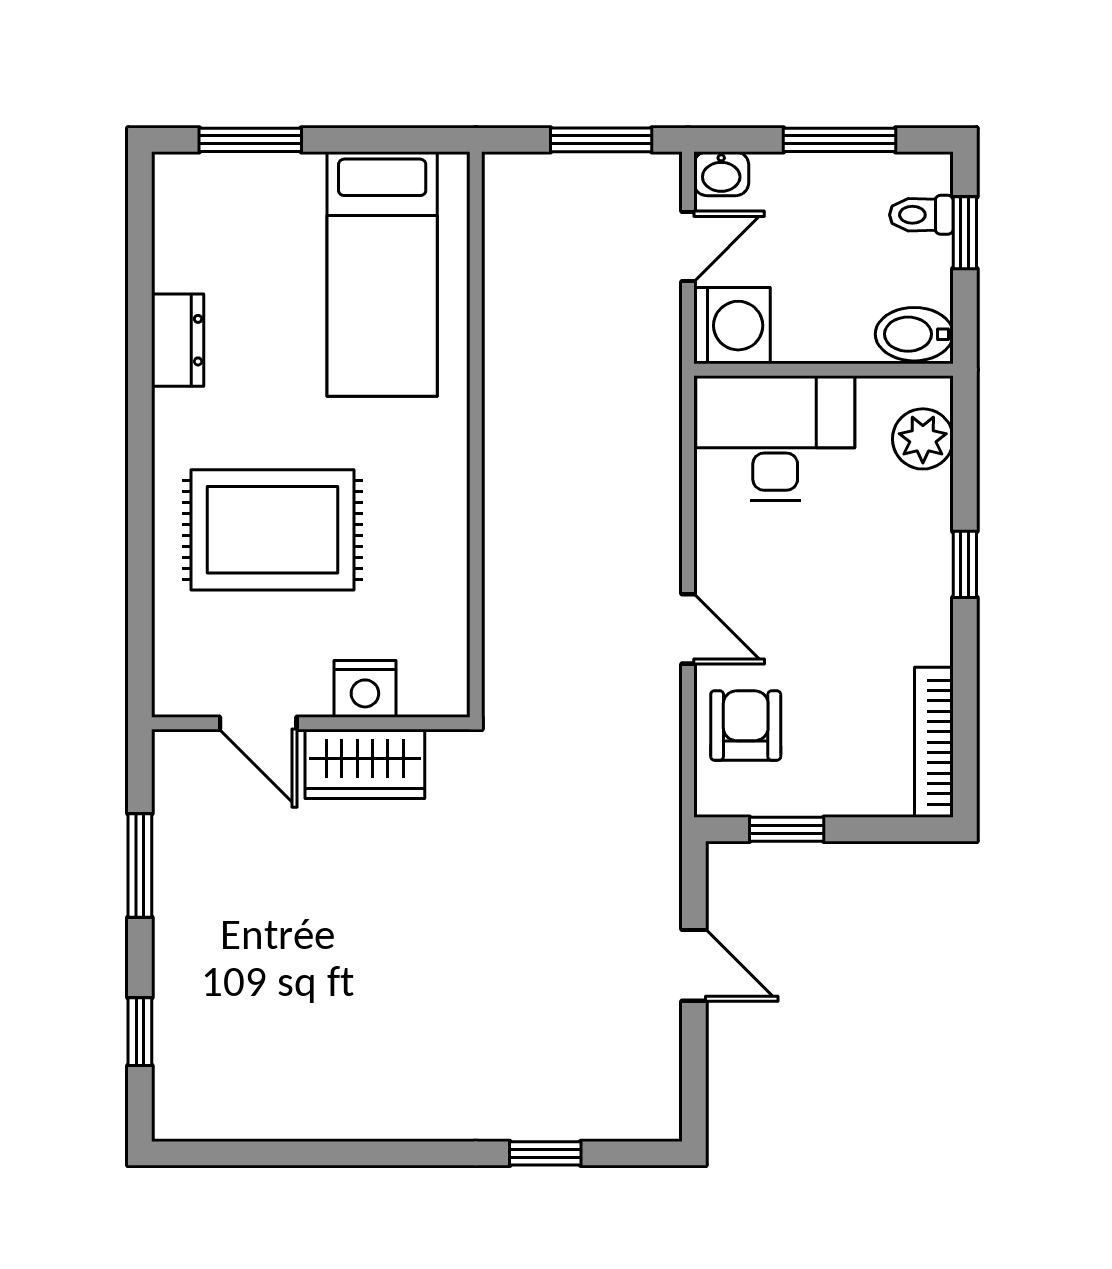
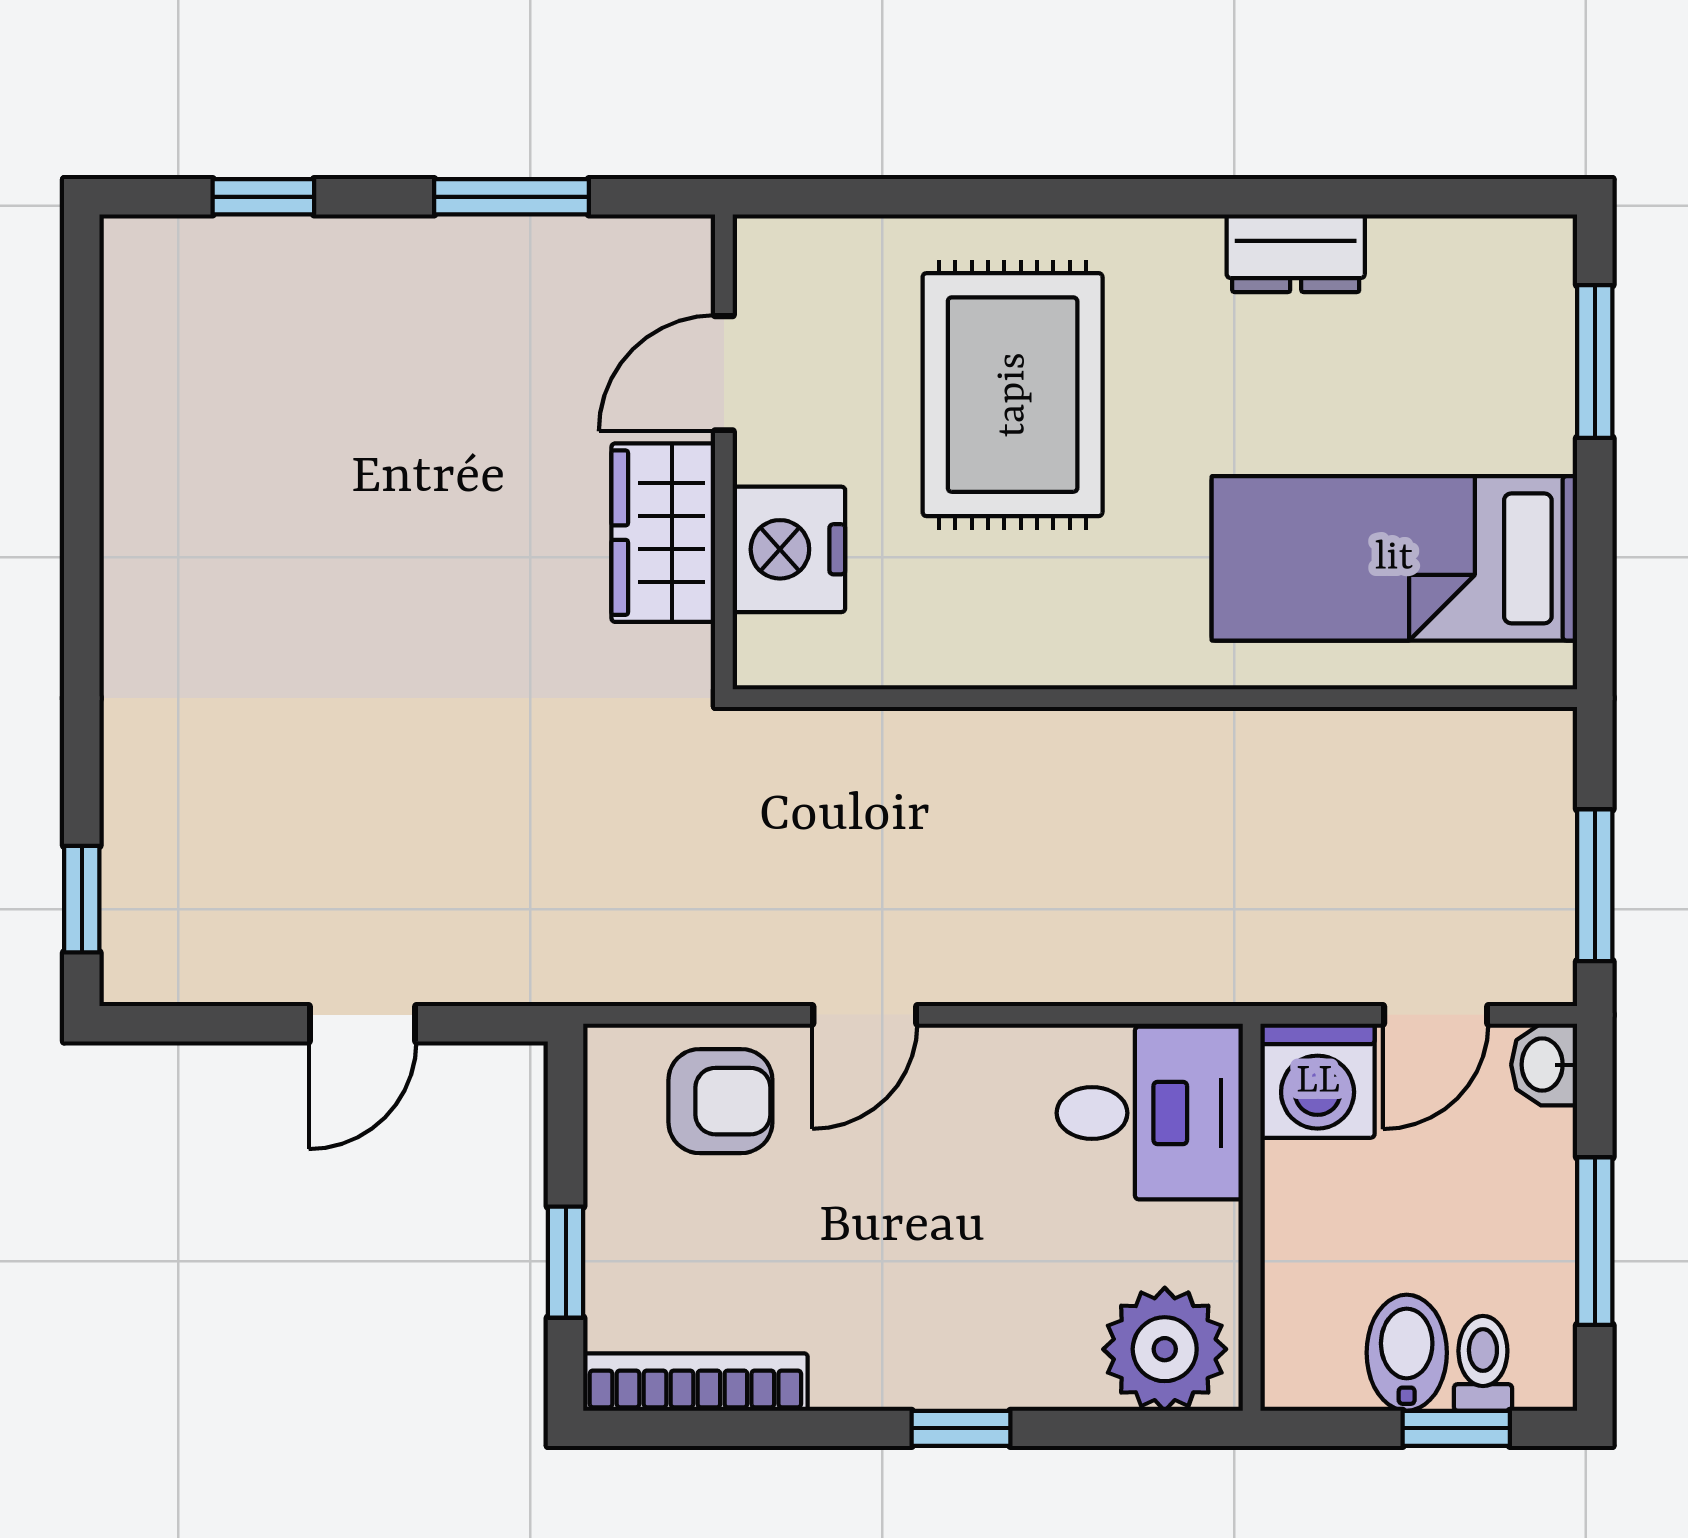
door: (688, 246) -> (1436, 1015), hinge flipped
bidet: (914, 334) -> (1407, 1353), moved
desk: (775, 438) -> (1150, 1113), width x0.73
plant: (923, 439) -> (1165, 1349), width x1.36, depth x1.36
nightstand: (365, 689) -> (789, 549), width x1.36, depth x1.33
window: (787, 829) -> (566, 1262), moved
window: (545, 1153) -> (82, 899), moved

